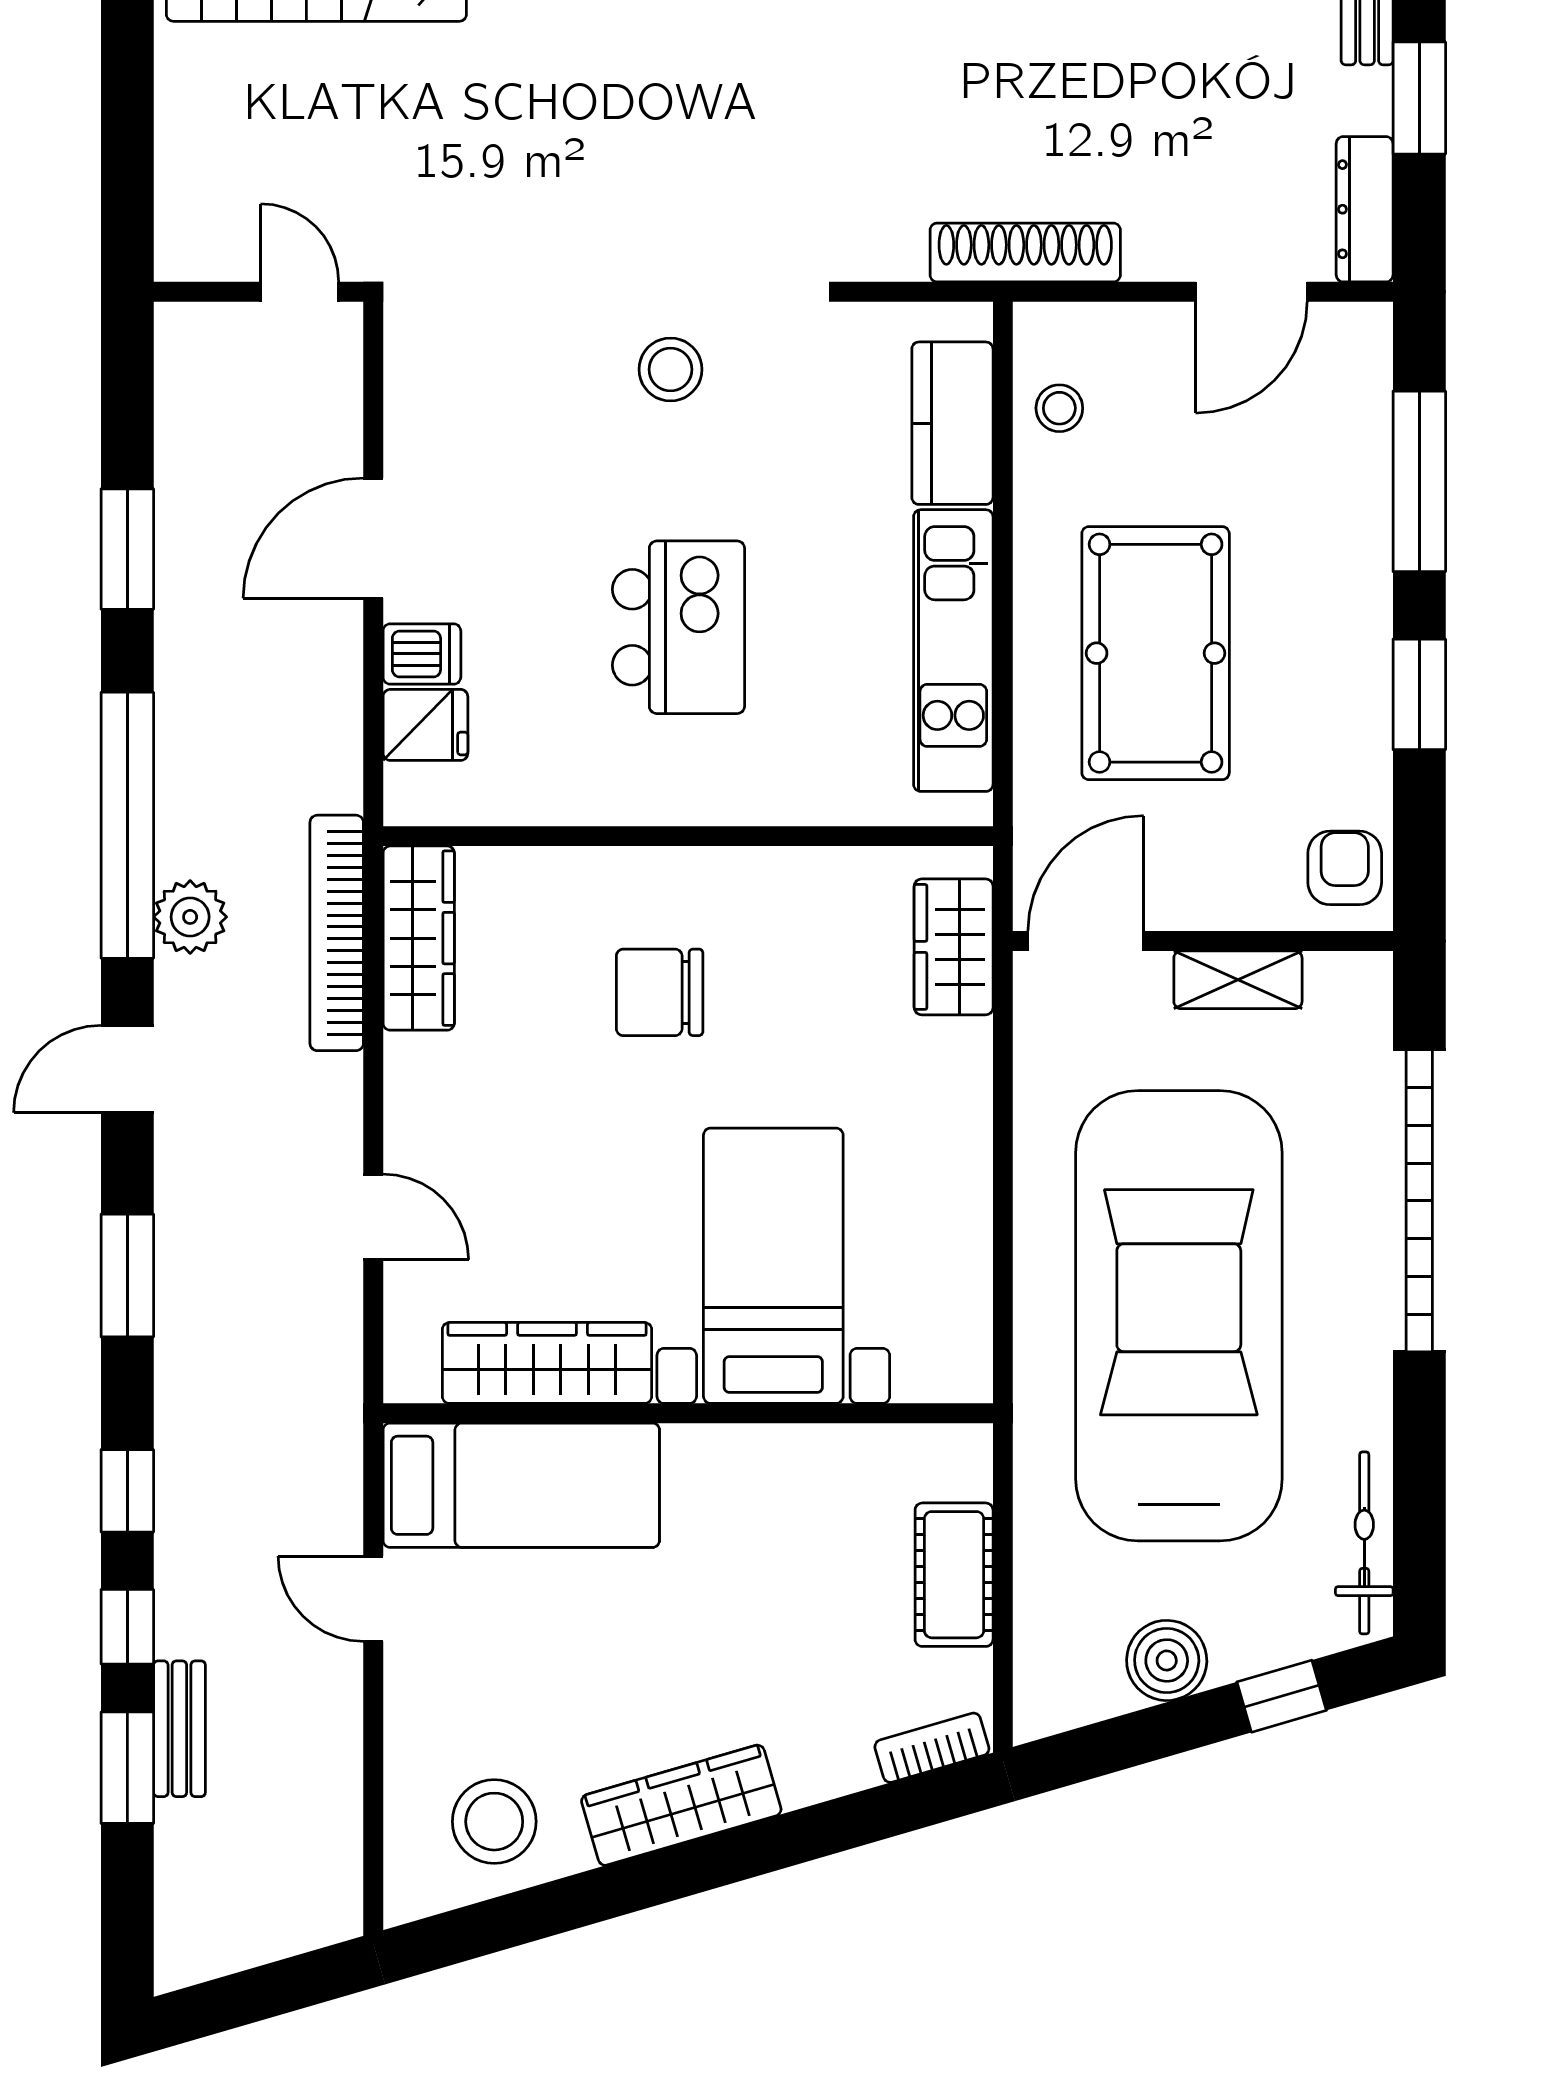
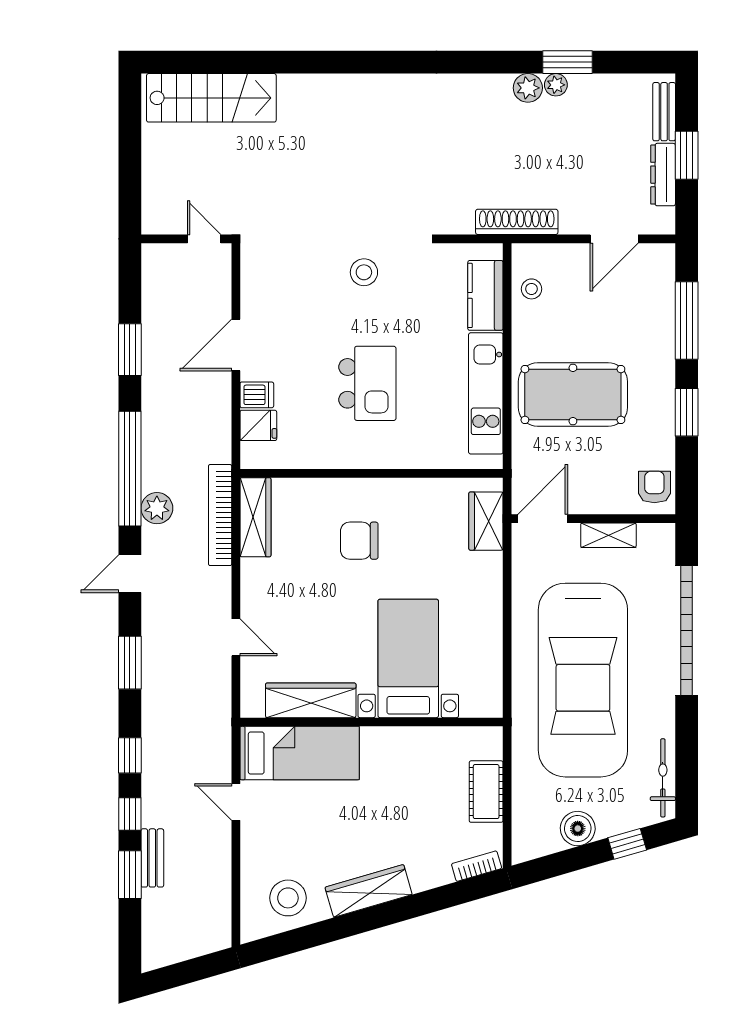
dresser: (1365, 209) -> (663, 175), moved
pool table: (1156, 653) -> (573, 394), turned 90
car: (1179, 1316) -> (583, 680), turned 180

